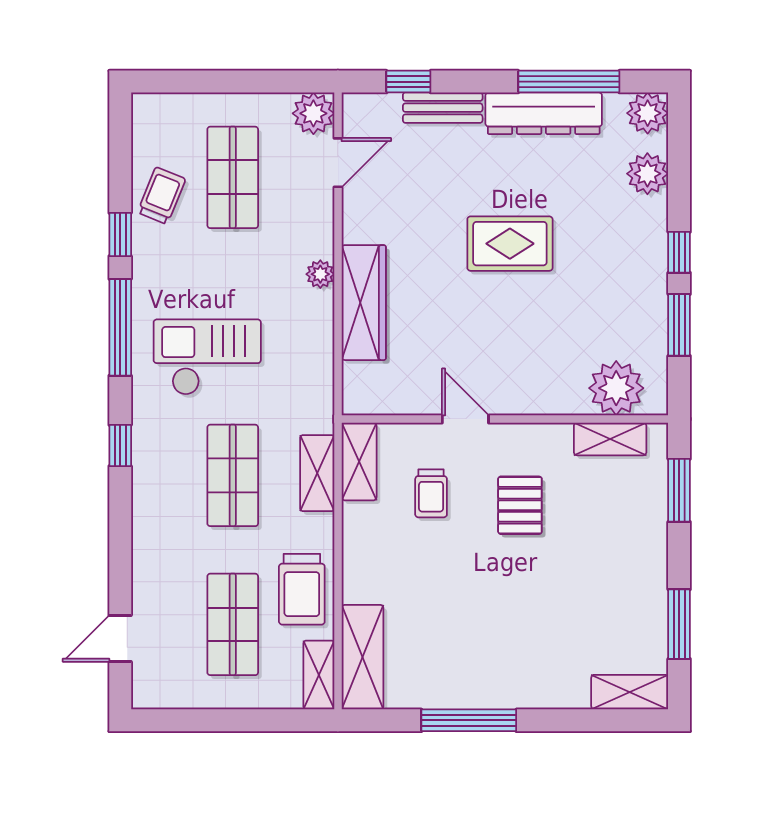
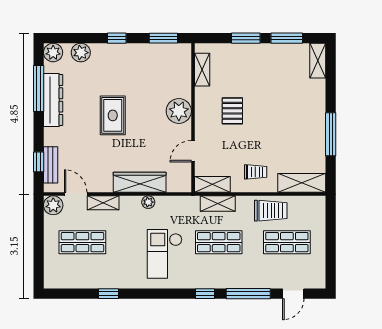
bench: (443, 108) -> (51, 165), moved
trolley: (161, 196) -> (91, 275), removed
plant: (320, 274) -> (148, 202), moved
window: (679, 325) -> (163, 38), moved
window: (120, 327) -> (248, 294), moved
plant: (616, 388) -> (179, 111), moved
door: (465, 419) -> (193, 151), moved
window: (679, 490) -> (246, 38), moved
trolley: (431, 493) -> (256, 172), moved
pallet: (520, 505) -> (232, 111), turned 90
door: (120, 638) -> (293, 294), hinge flipped
shelving: (319, 675) -> (103, 203), moved

